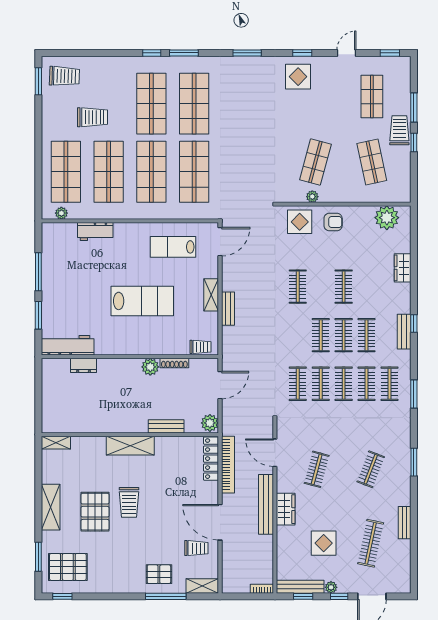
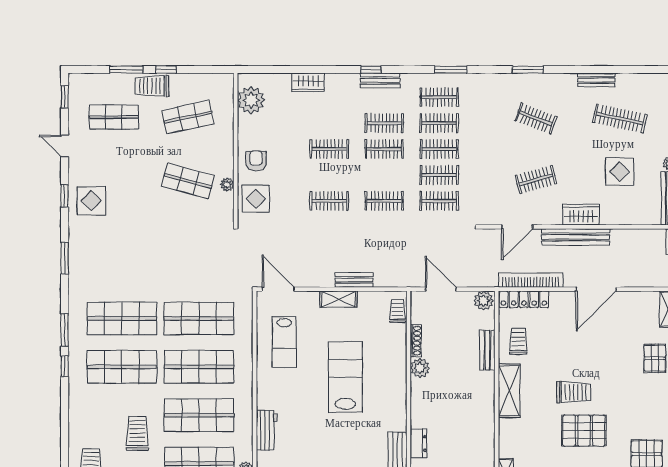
clothes rail: (321, 335) -> (384, 201), moved
clothes rail: (317, 469) -> (536, 180), turned -30
trolley: (196, 548) -> (518, 341), moved

